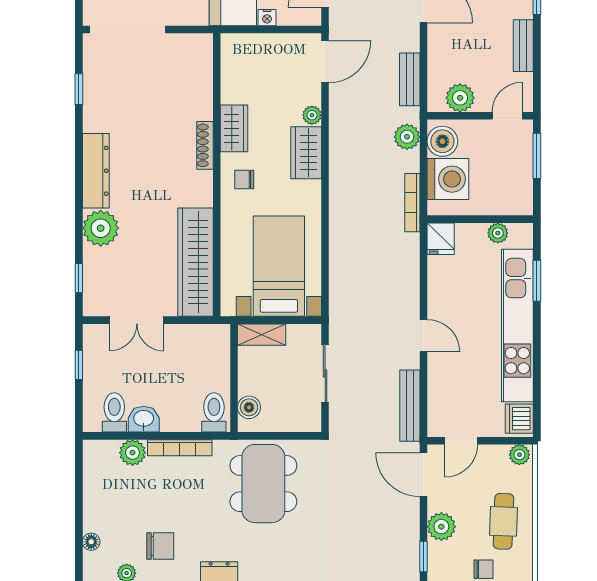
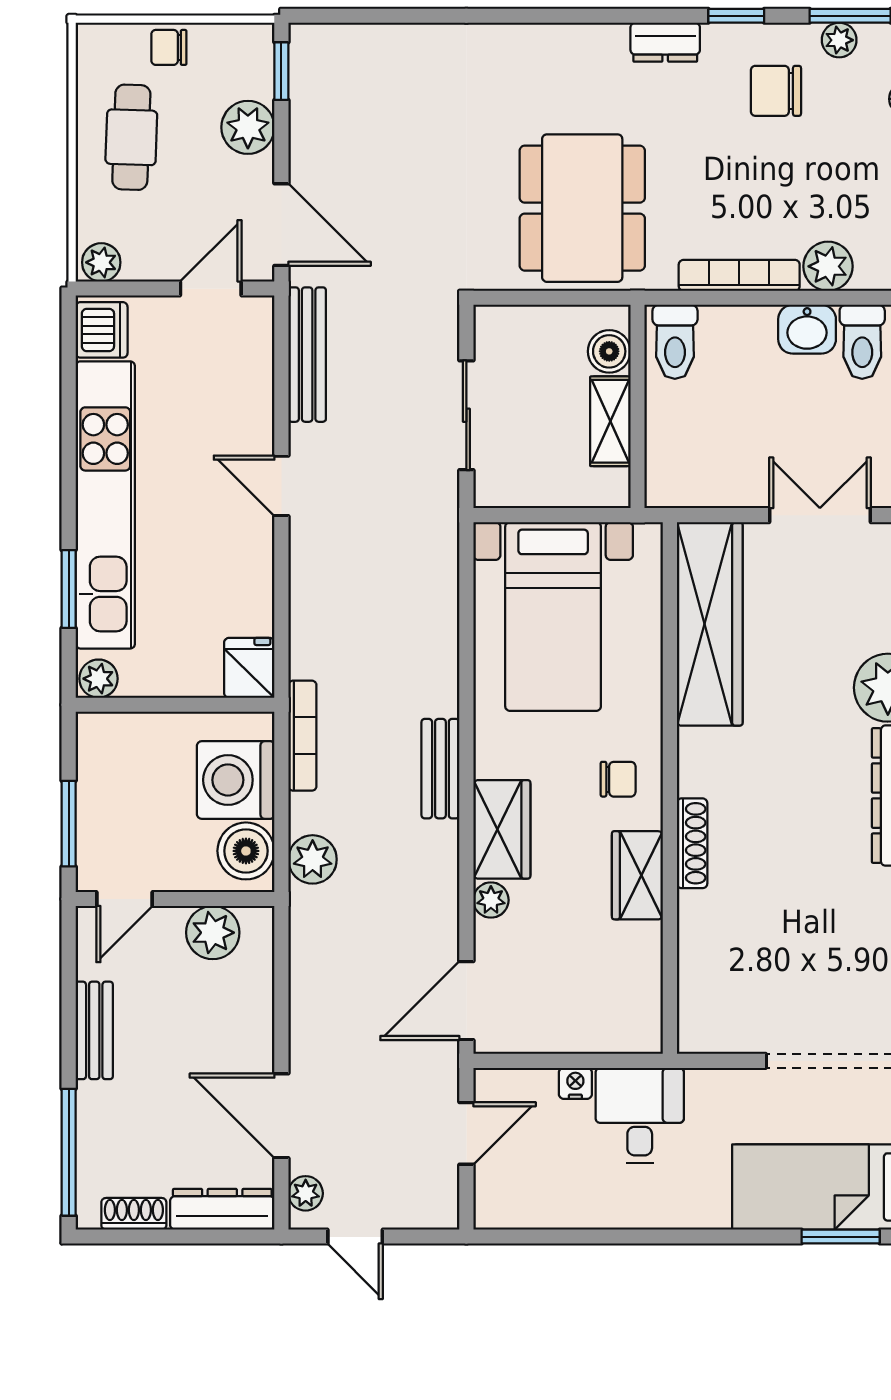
bench: (410, 79) -> (440, 769), moved
plant: (498, 233) -> (99, 679), moved
shelving: (262, 335) -> (610, 421), moved, turned 90

